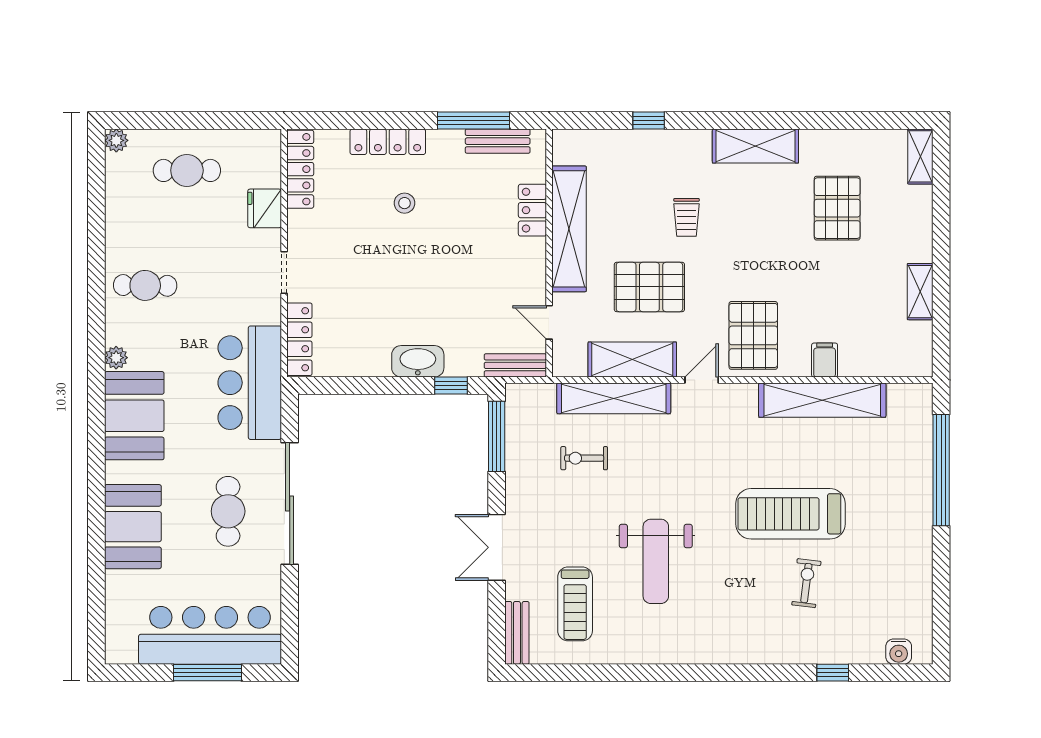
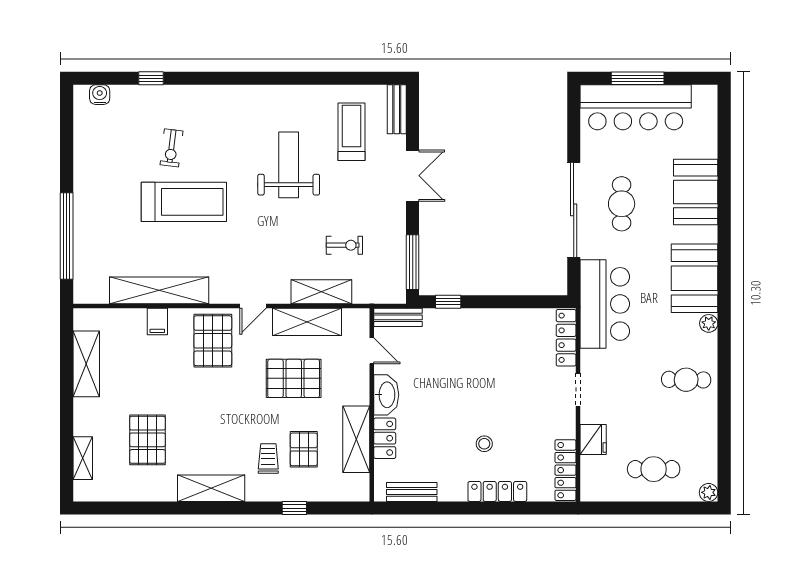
window: (473, 120) -> (431, 508), removed
shelving: (920, 156) -> (83, 458), moved
pallet: (636, 196) -> (304, 449), added
trolley: (687, 217) -> (268, 459), moved
shelving: (569, 229) -> (356, 439), width x0.68
shelving: (920, 292) -> (86, 364), width x1.50, depth x1.33
washbasin: (418, 361) -> (386, 395), moved, turned -90
shelving: (614, 398) -> (321, 292), width x0.68

